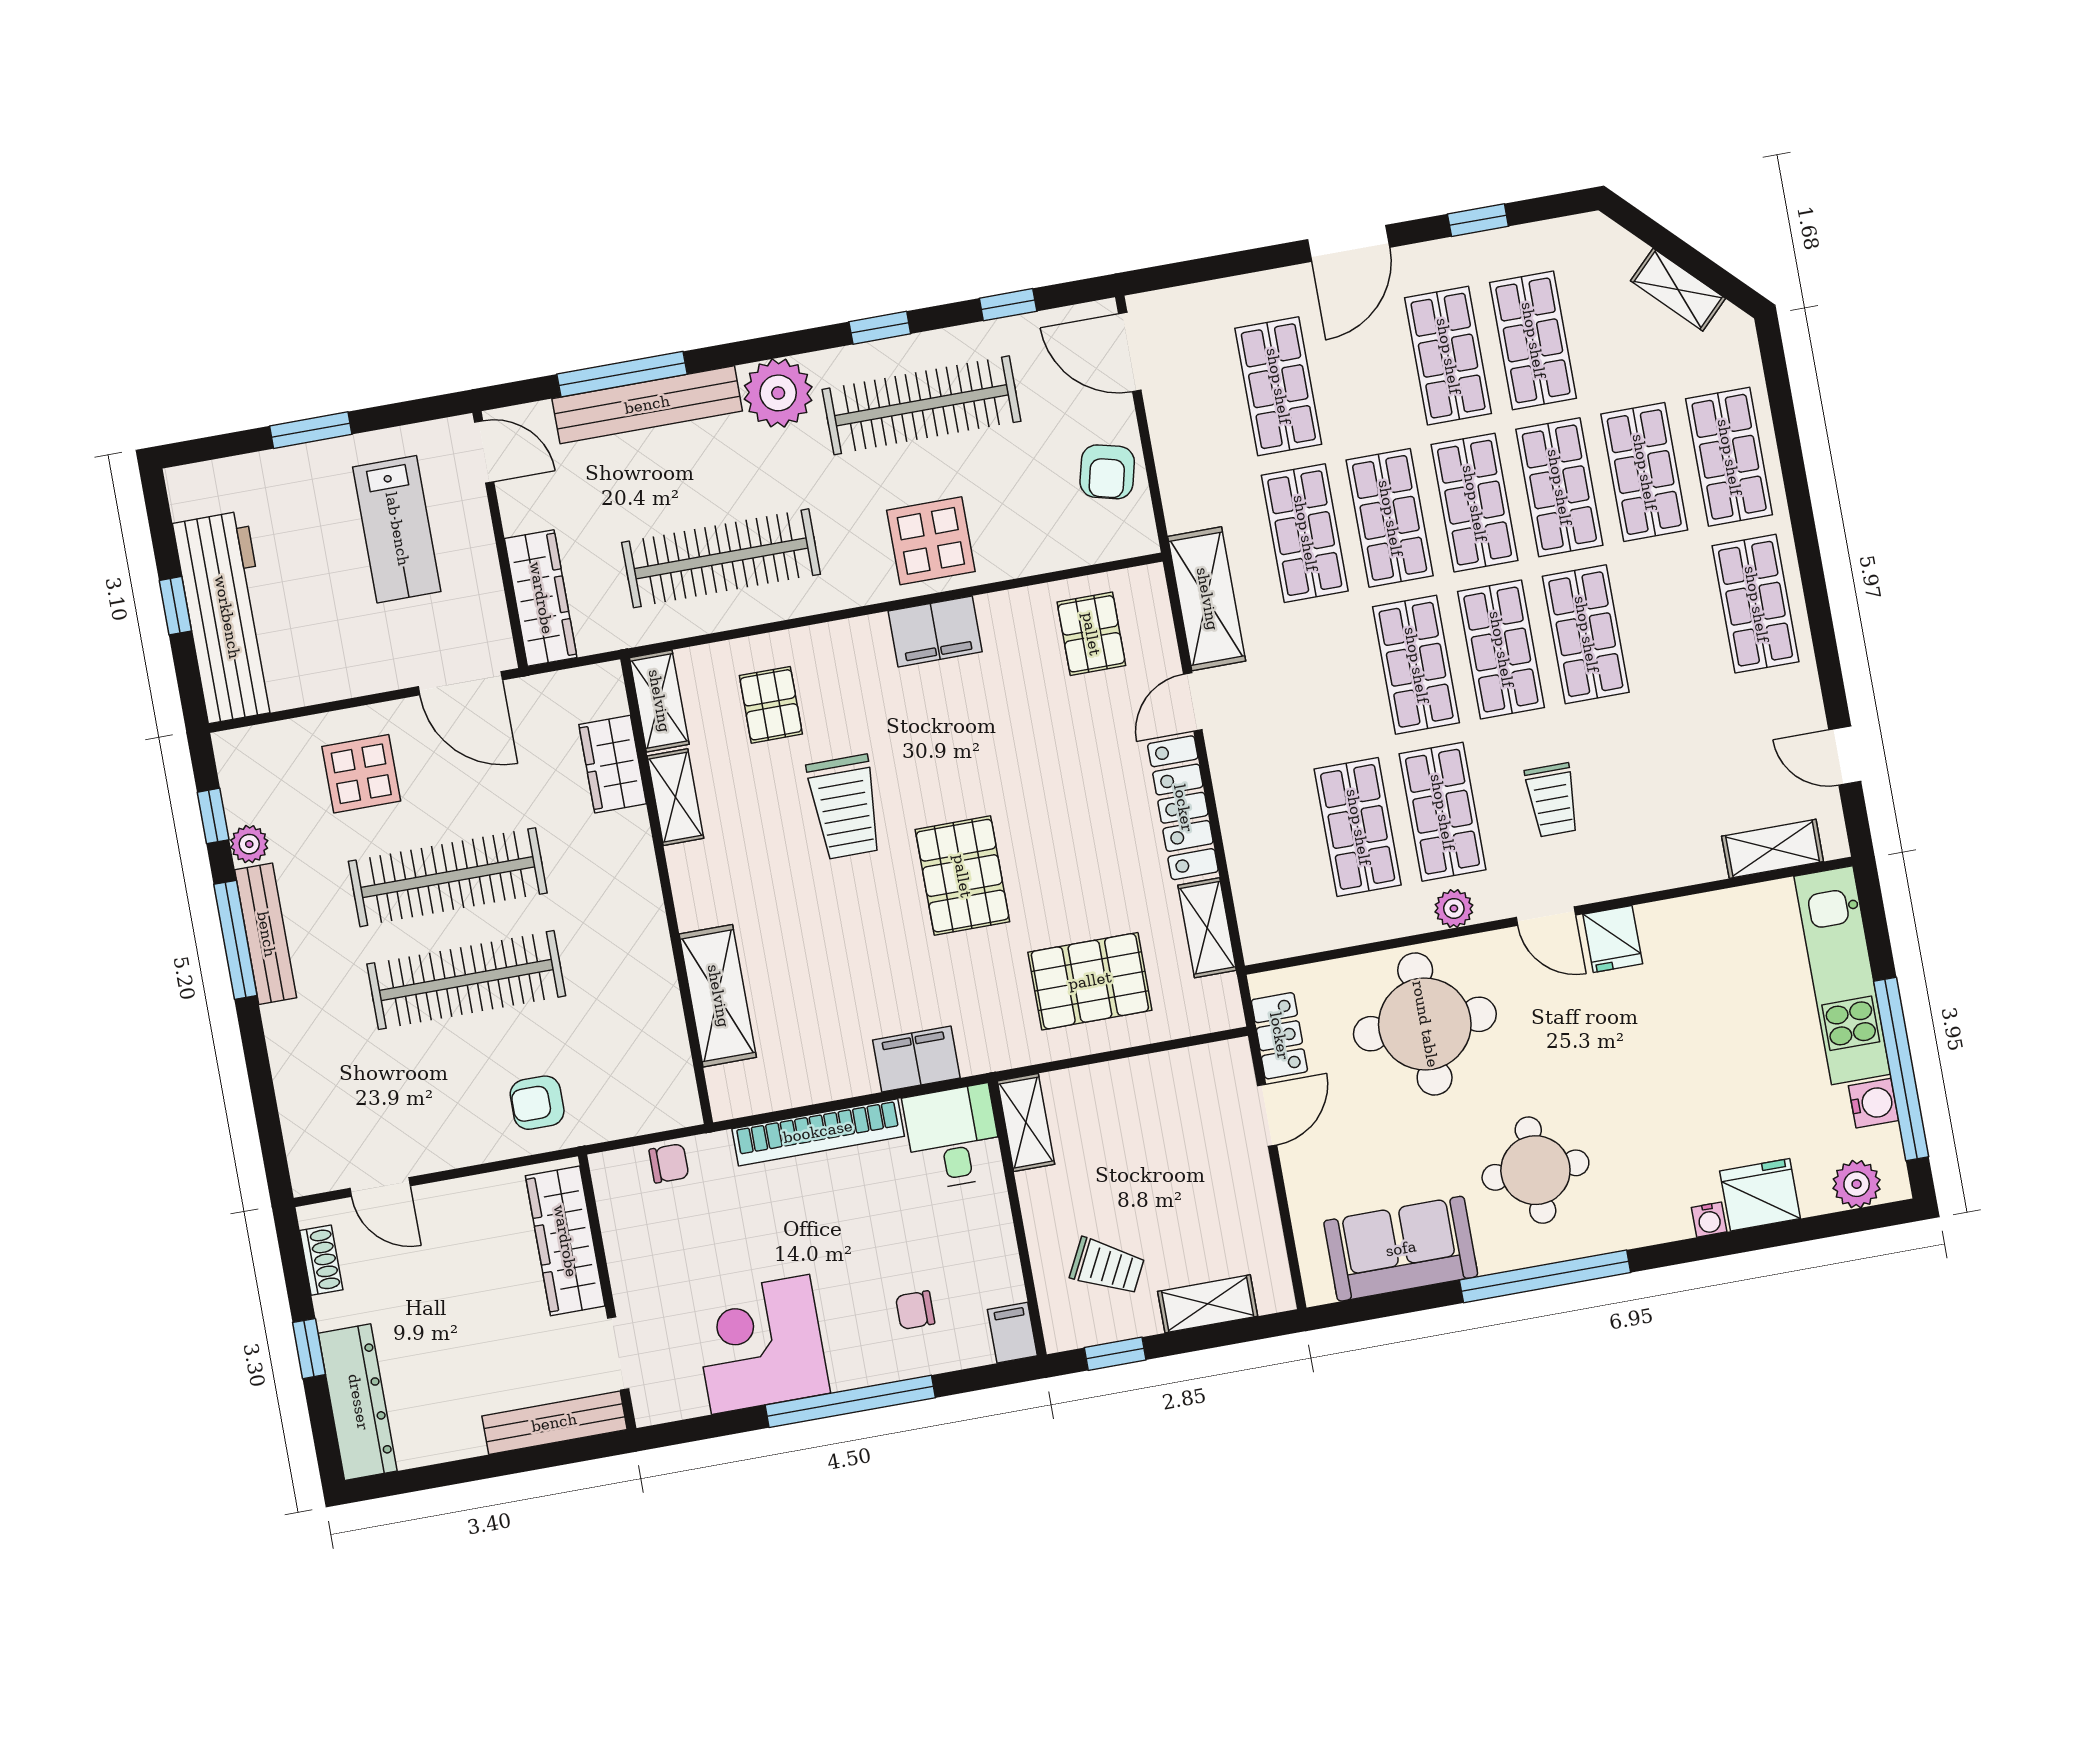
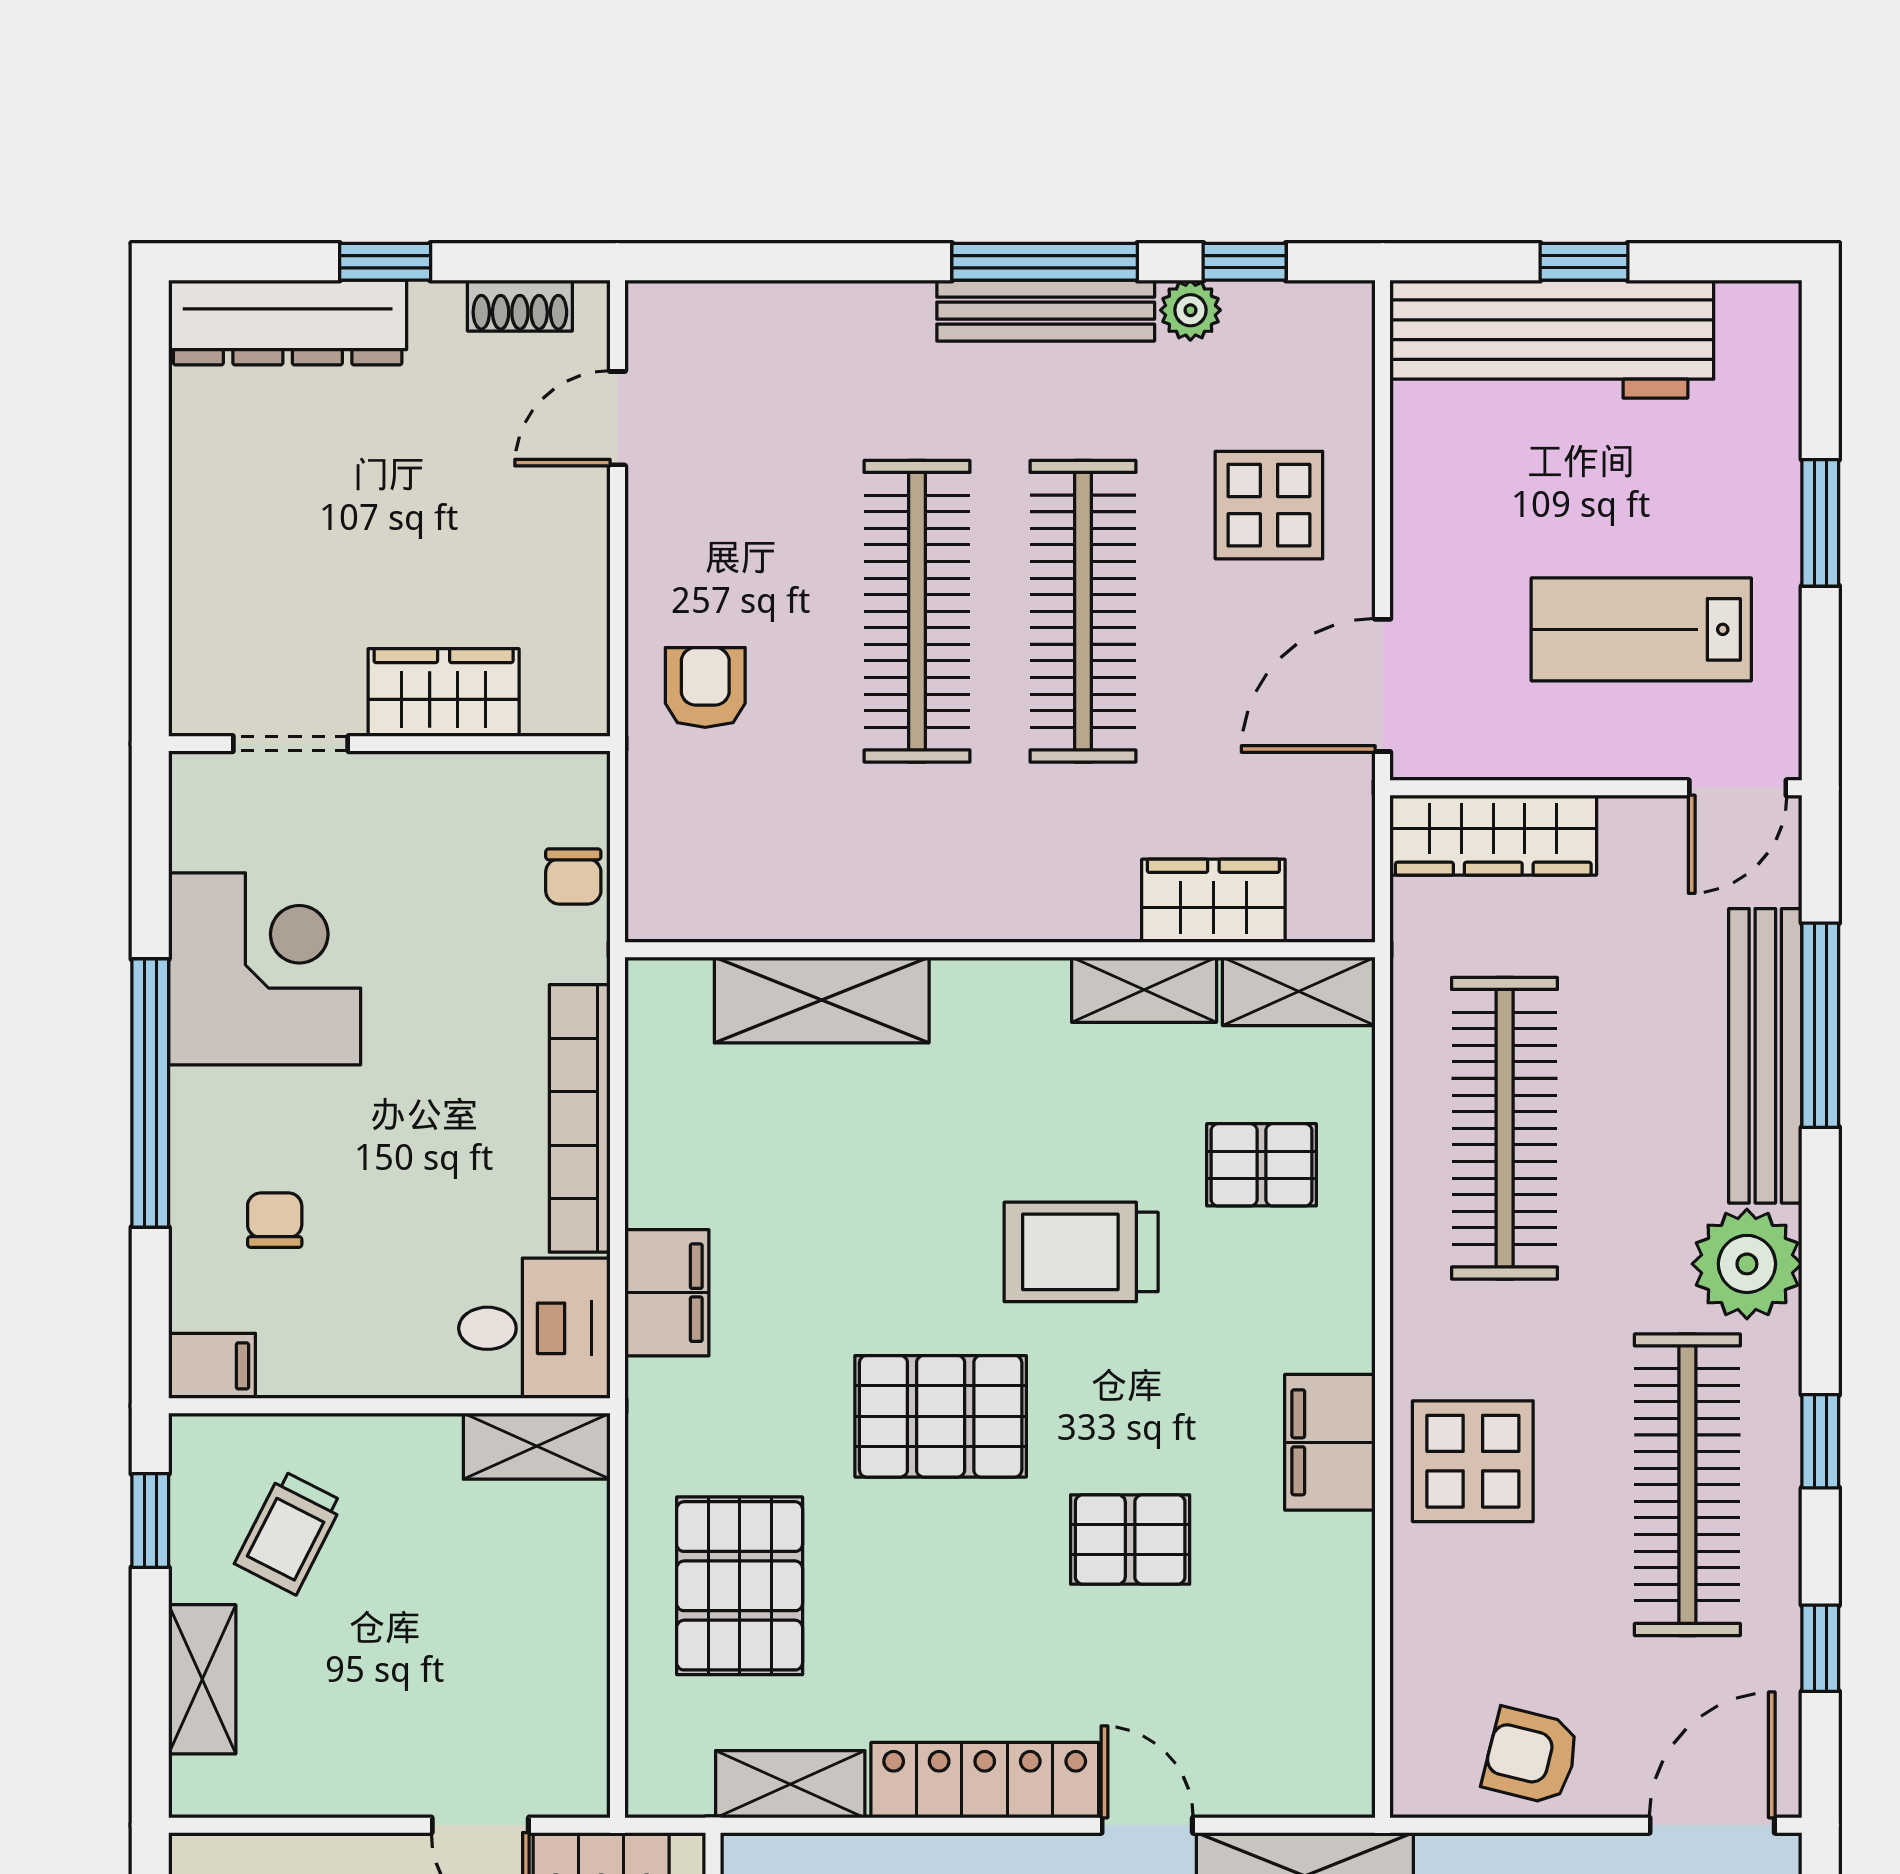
pallet: (1091, 634) -> (1130, 1539), moved
wardrobe: (565, 1241) -> (444, 692), width x0.67
bench: (554, 1423) -> (200, 625), removed

